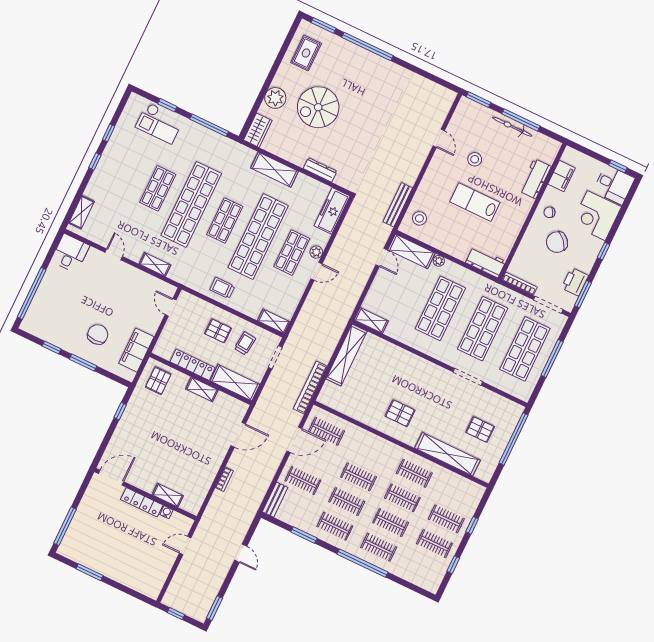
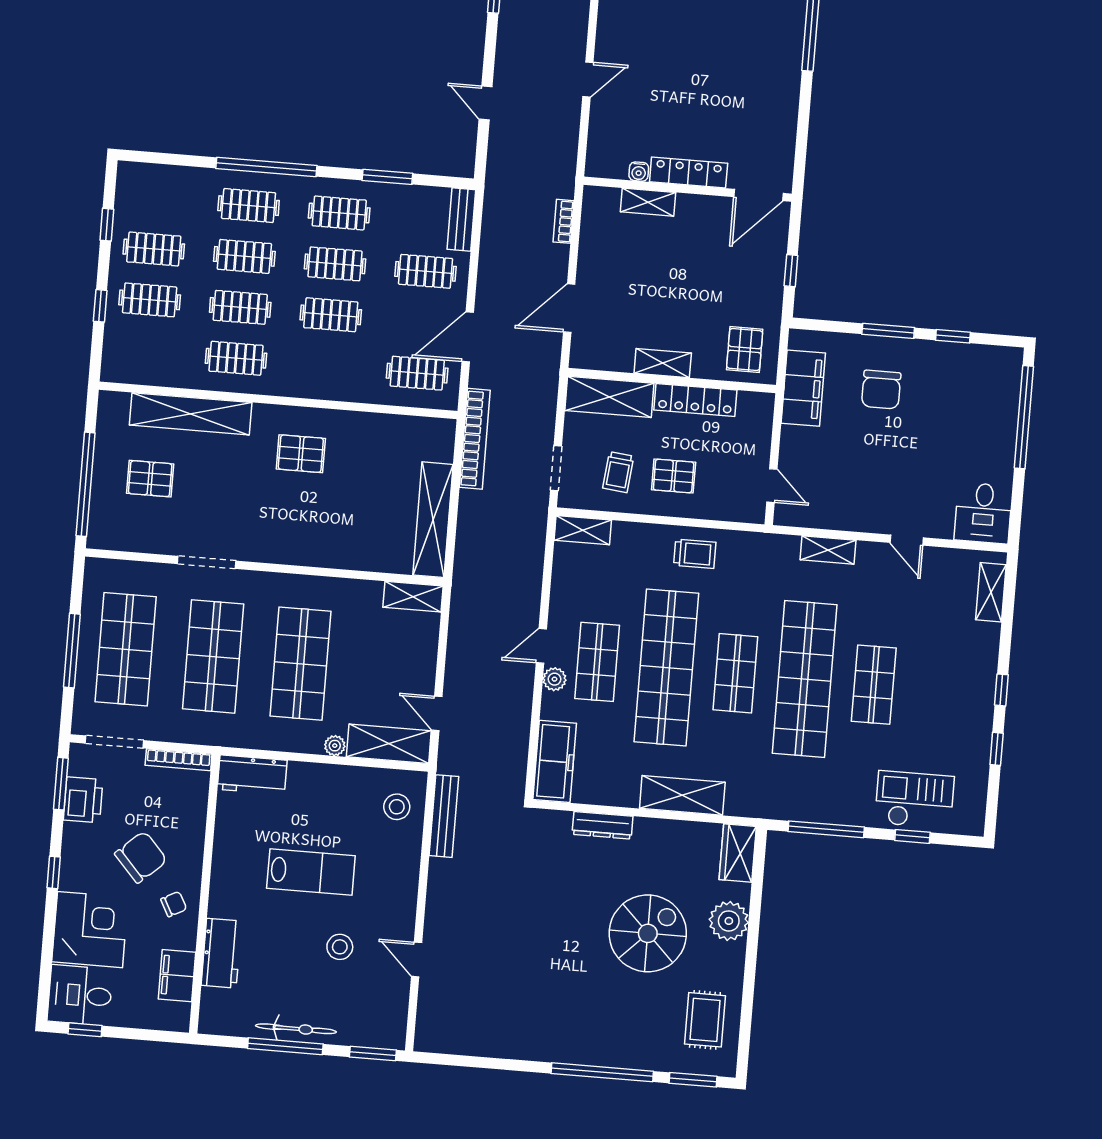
door: (111, 478) -> (759, 195), moved
wall: (145, 494) -> (688, 189), moved
shelving: (168, 495) -> (648, 202), moved
locker: (142, 502) -> (689, 172), moved
water cooler: (166, 512) -> (639, 172), moved

